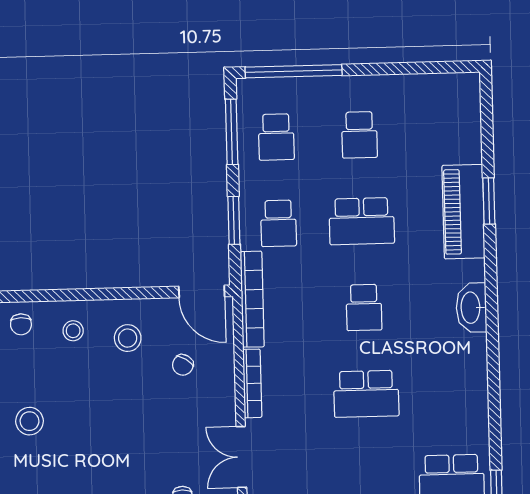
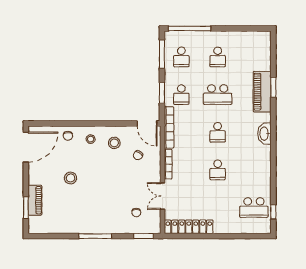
school desk: (366, 394) -> (218, 170), width x0.54

